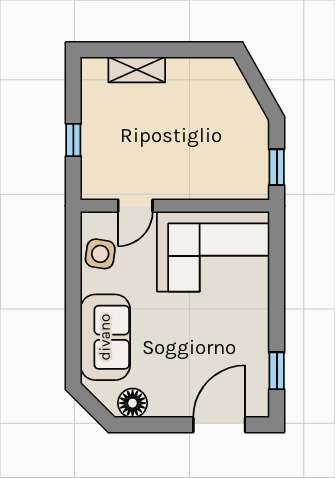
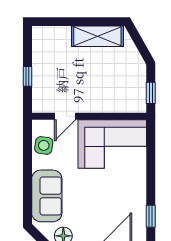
shelving: (137, 70) -> (97, 36), moved, width x1.50, depth x1.33

